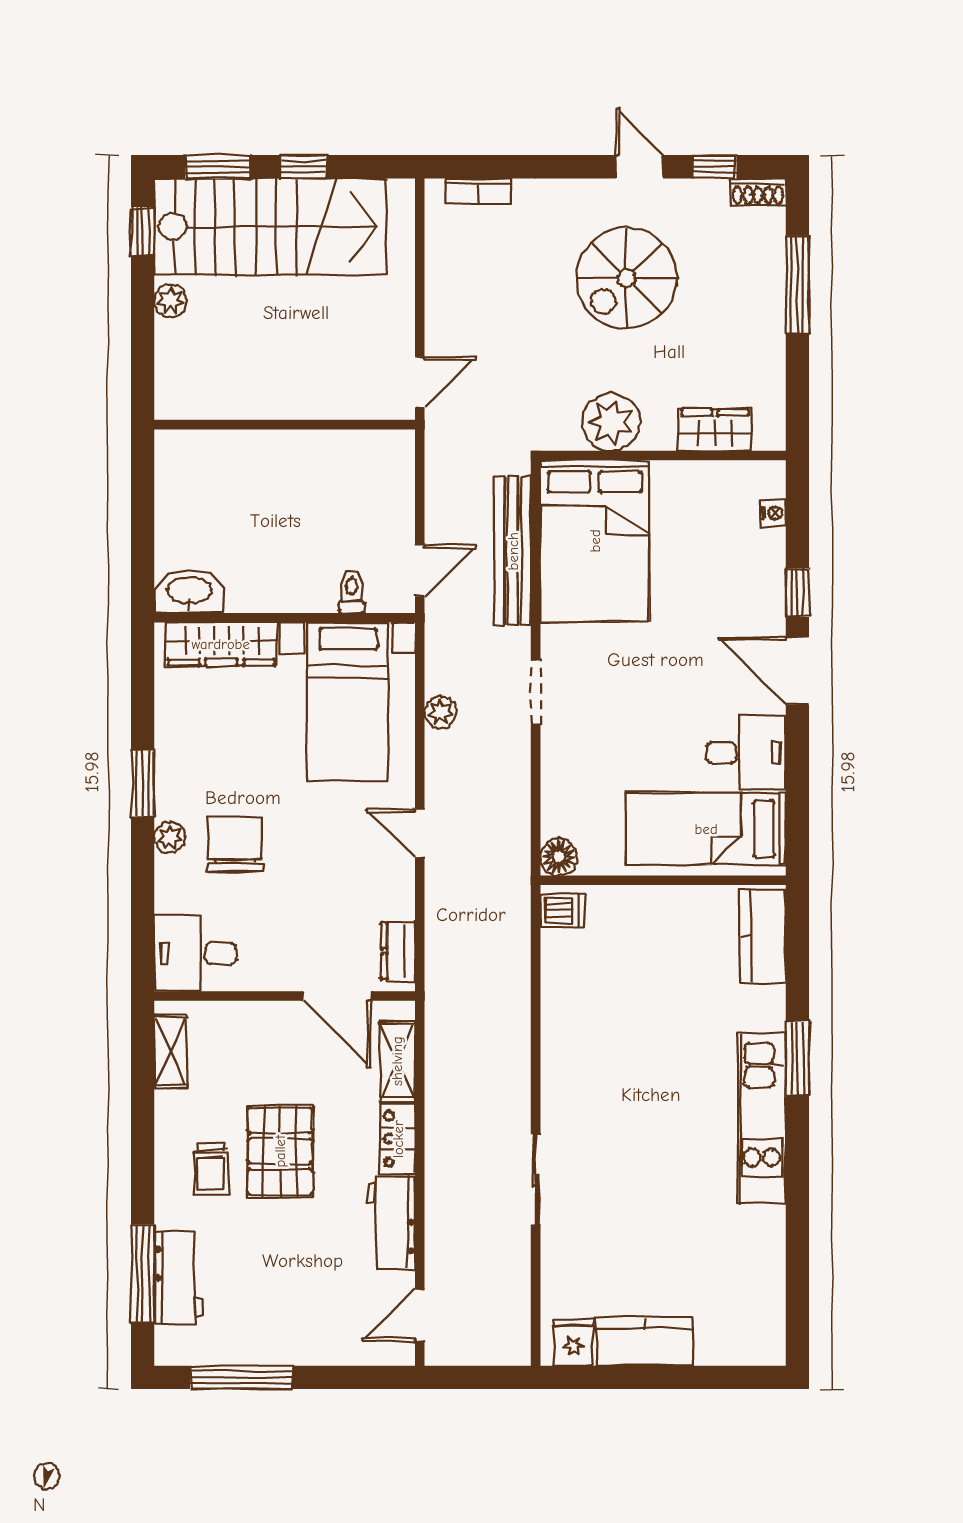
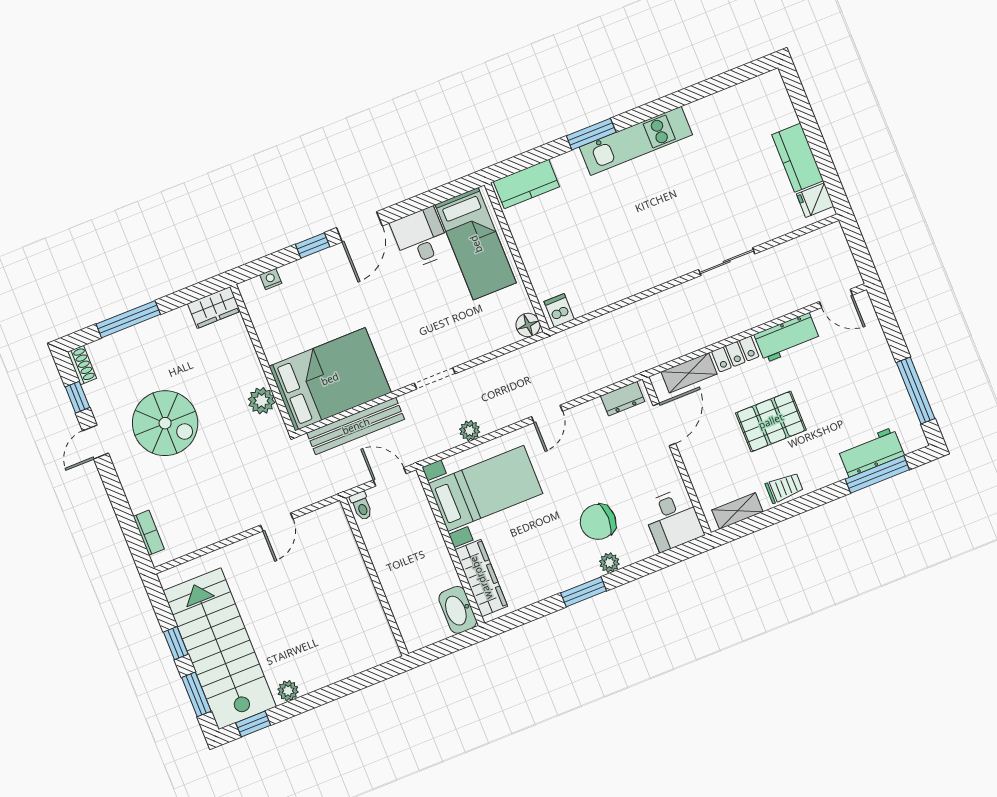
door: (420, 382) -> (277, 522), swing flipped
plant: (611, 422) -> (262, 401), width x0.73, depth x0.73
wall: (285, 425) -> (374, 577), moved
wardrobe: (715, 430) -> (214, 308), moved, turned -90
toilet: (352, 592) -> (361, 506), moved, turned -90
trolley: (211, 1169) -> (784, 488), moved

